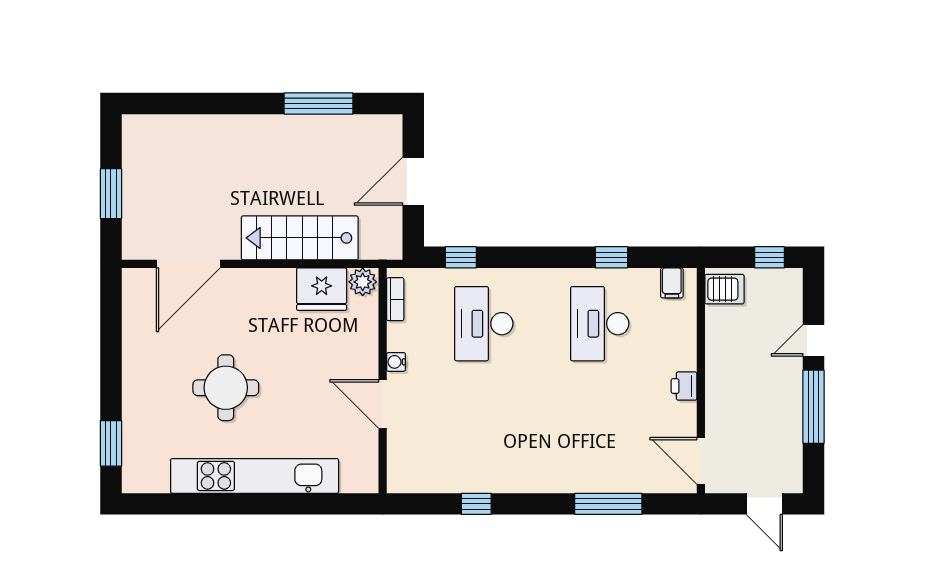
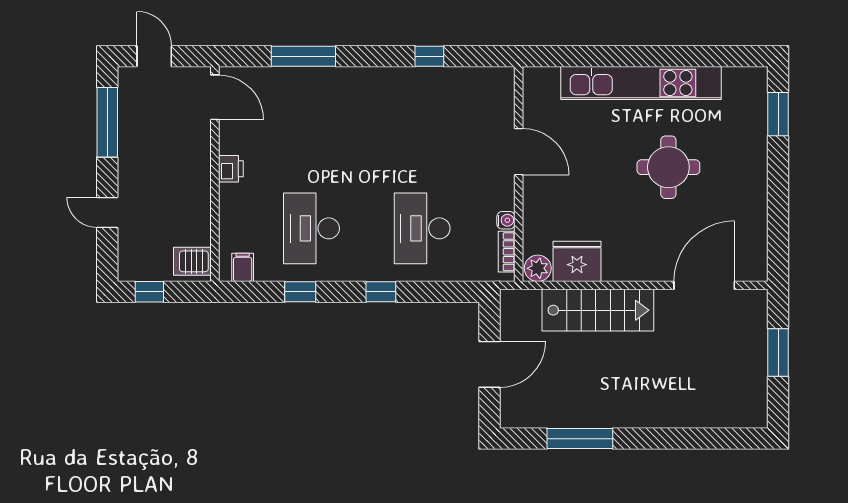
window: (461, 257) -> (381, 292), moved
desk: (484, 324) -> (422, 228), turned 180
desk: (600, 324) -> (311, 228), turned 180
door: (813, 340) -> (107, 212), swing flipped
water cooler: (396, 362) -> (506, 220), moved
window: (813, 407) -> (107, 122), moved

